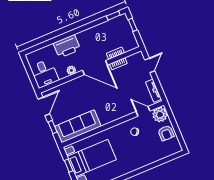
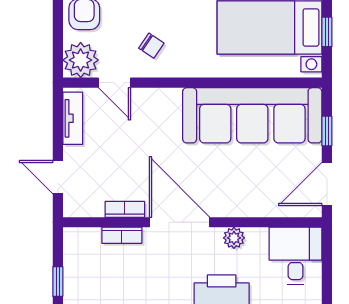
door: (150, 65) -> (58, 177), hinge flipped
sofa: (78, 126) -> (252, 115), width x1.36, depth x1.27

